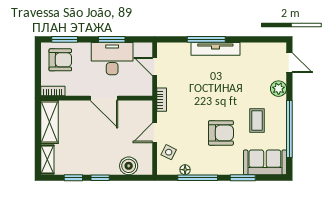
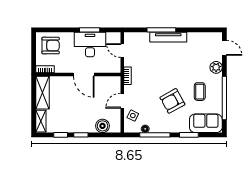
window: (65, 39) -> (54, 30), removed
armchair: (221, 133) -> (172, 101), turned 151

